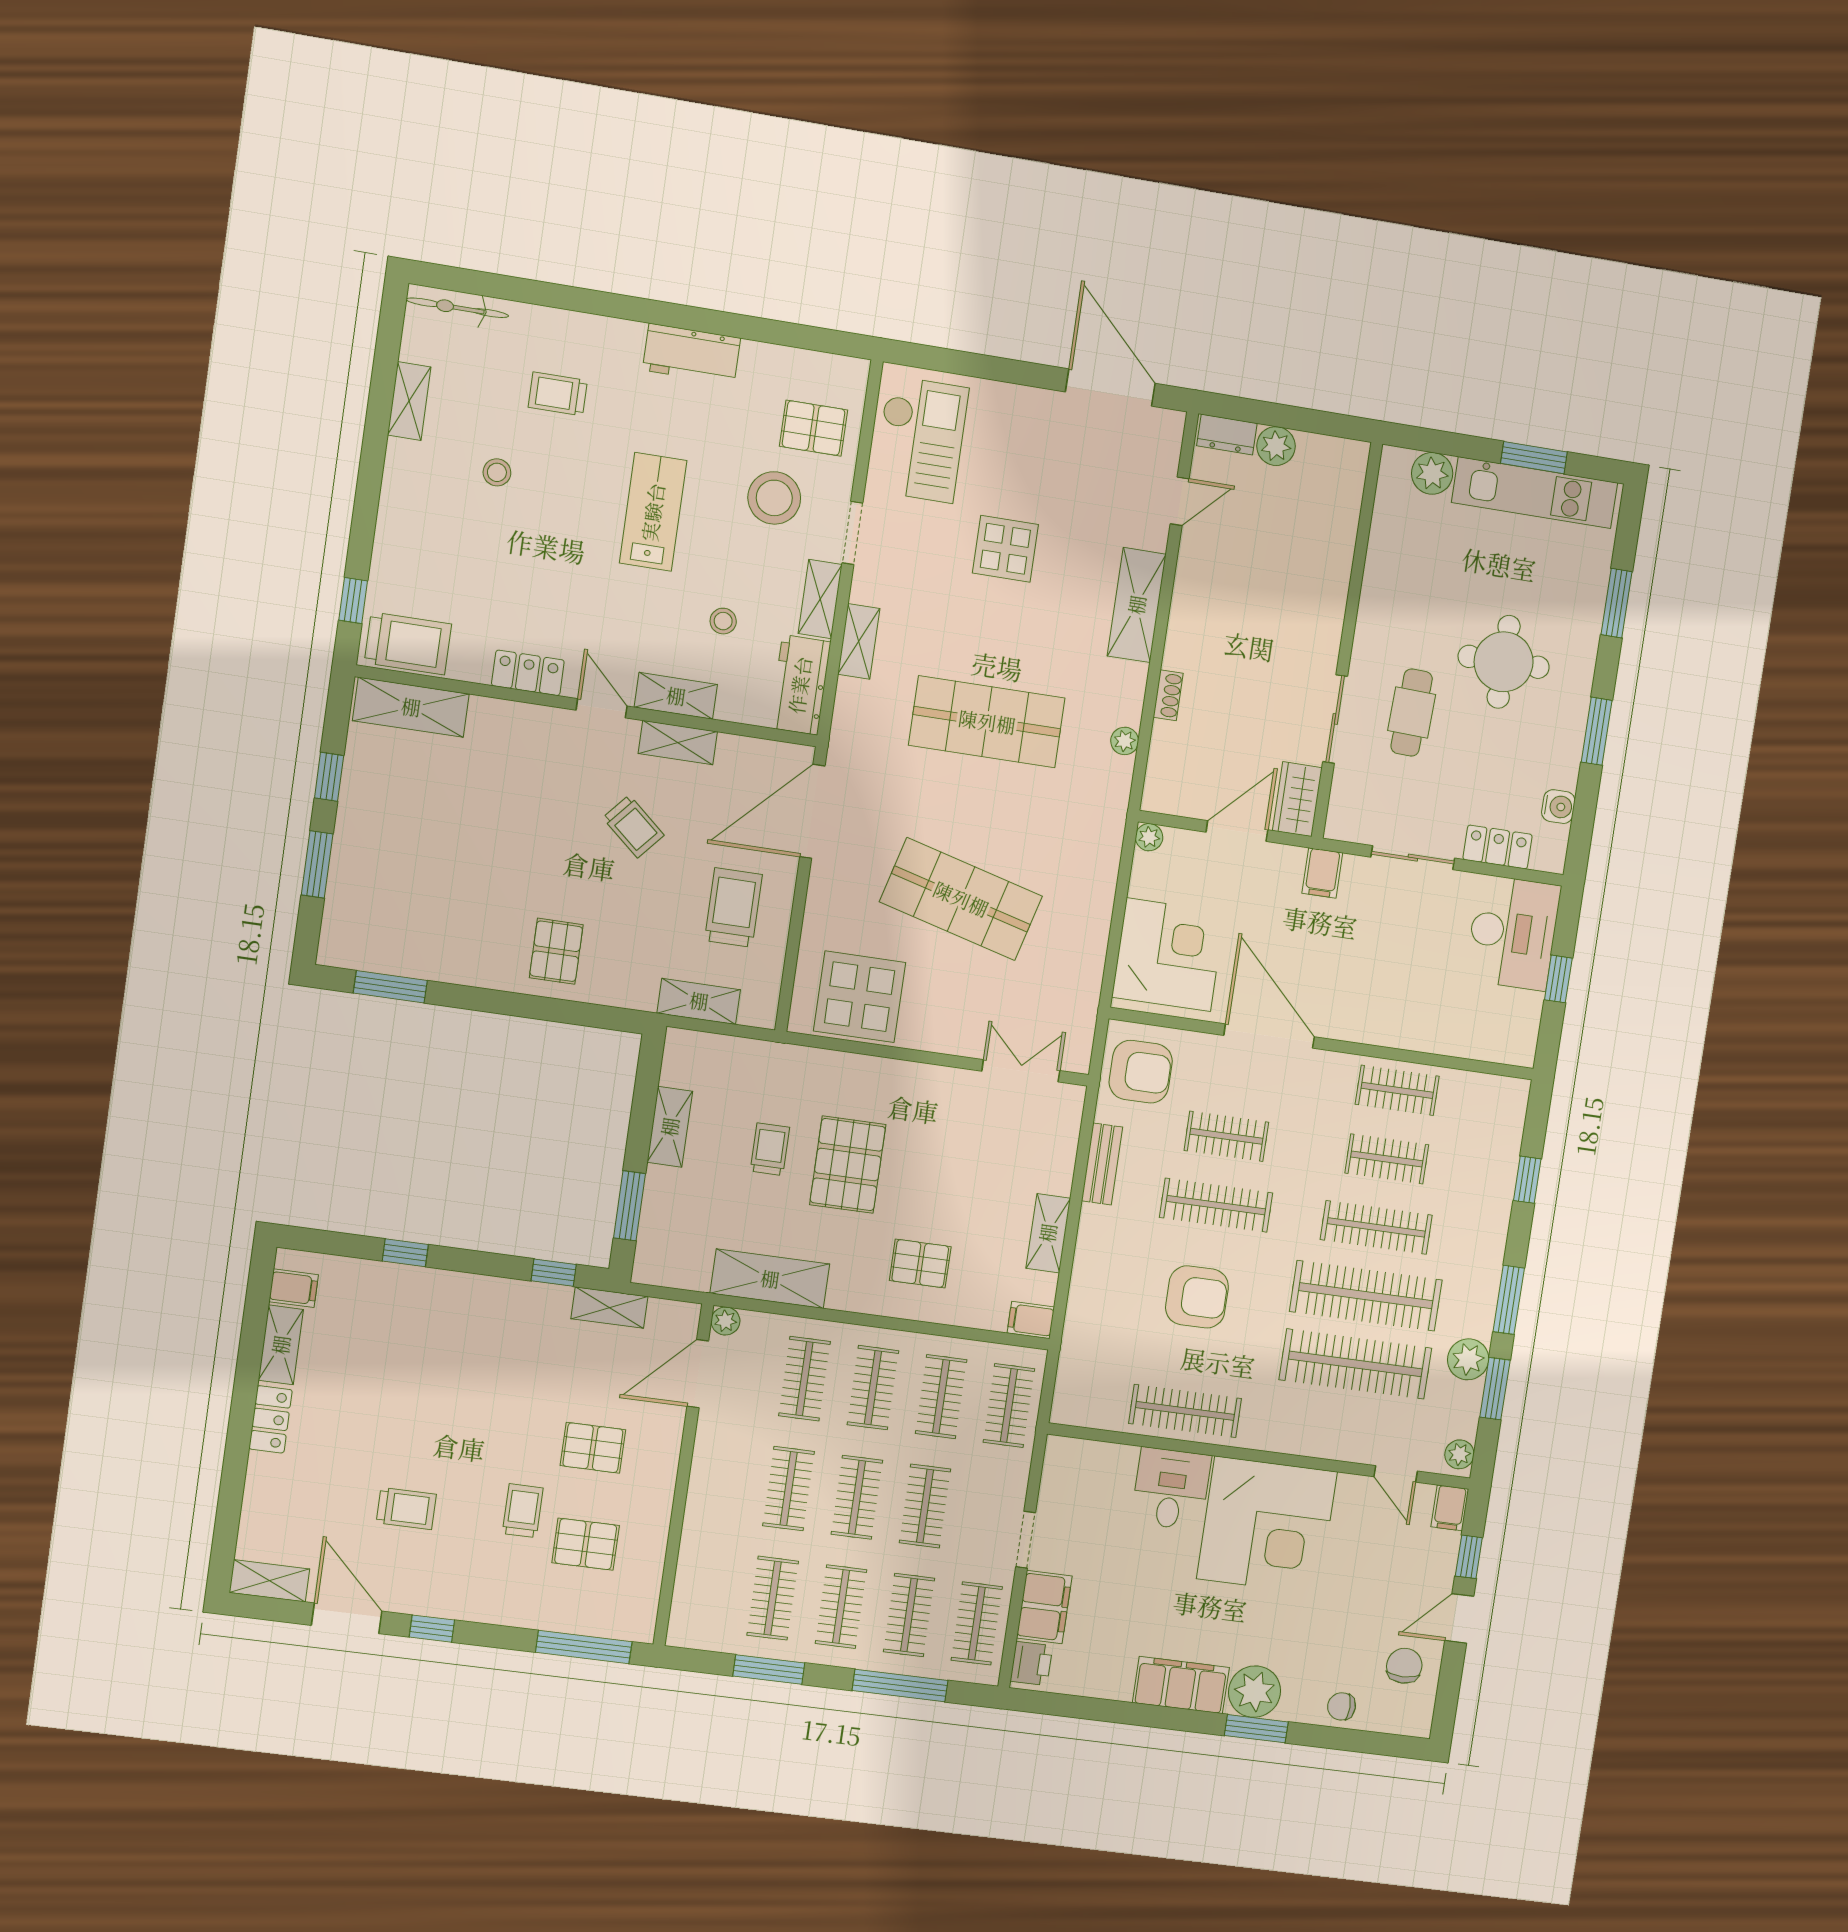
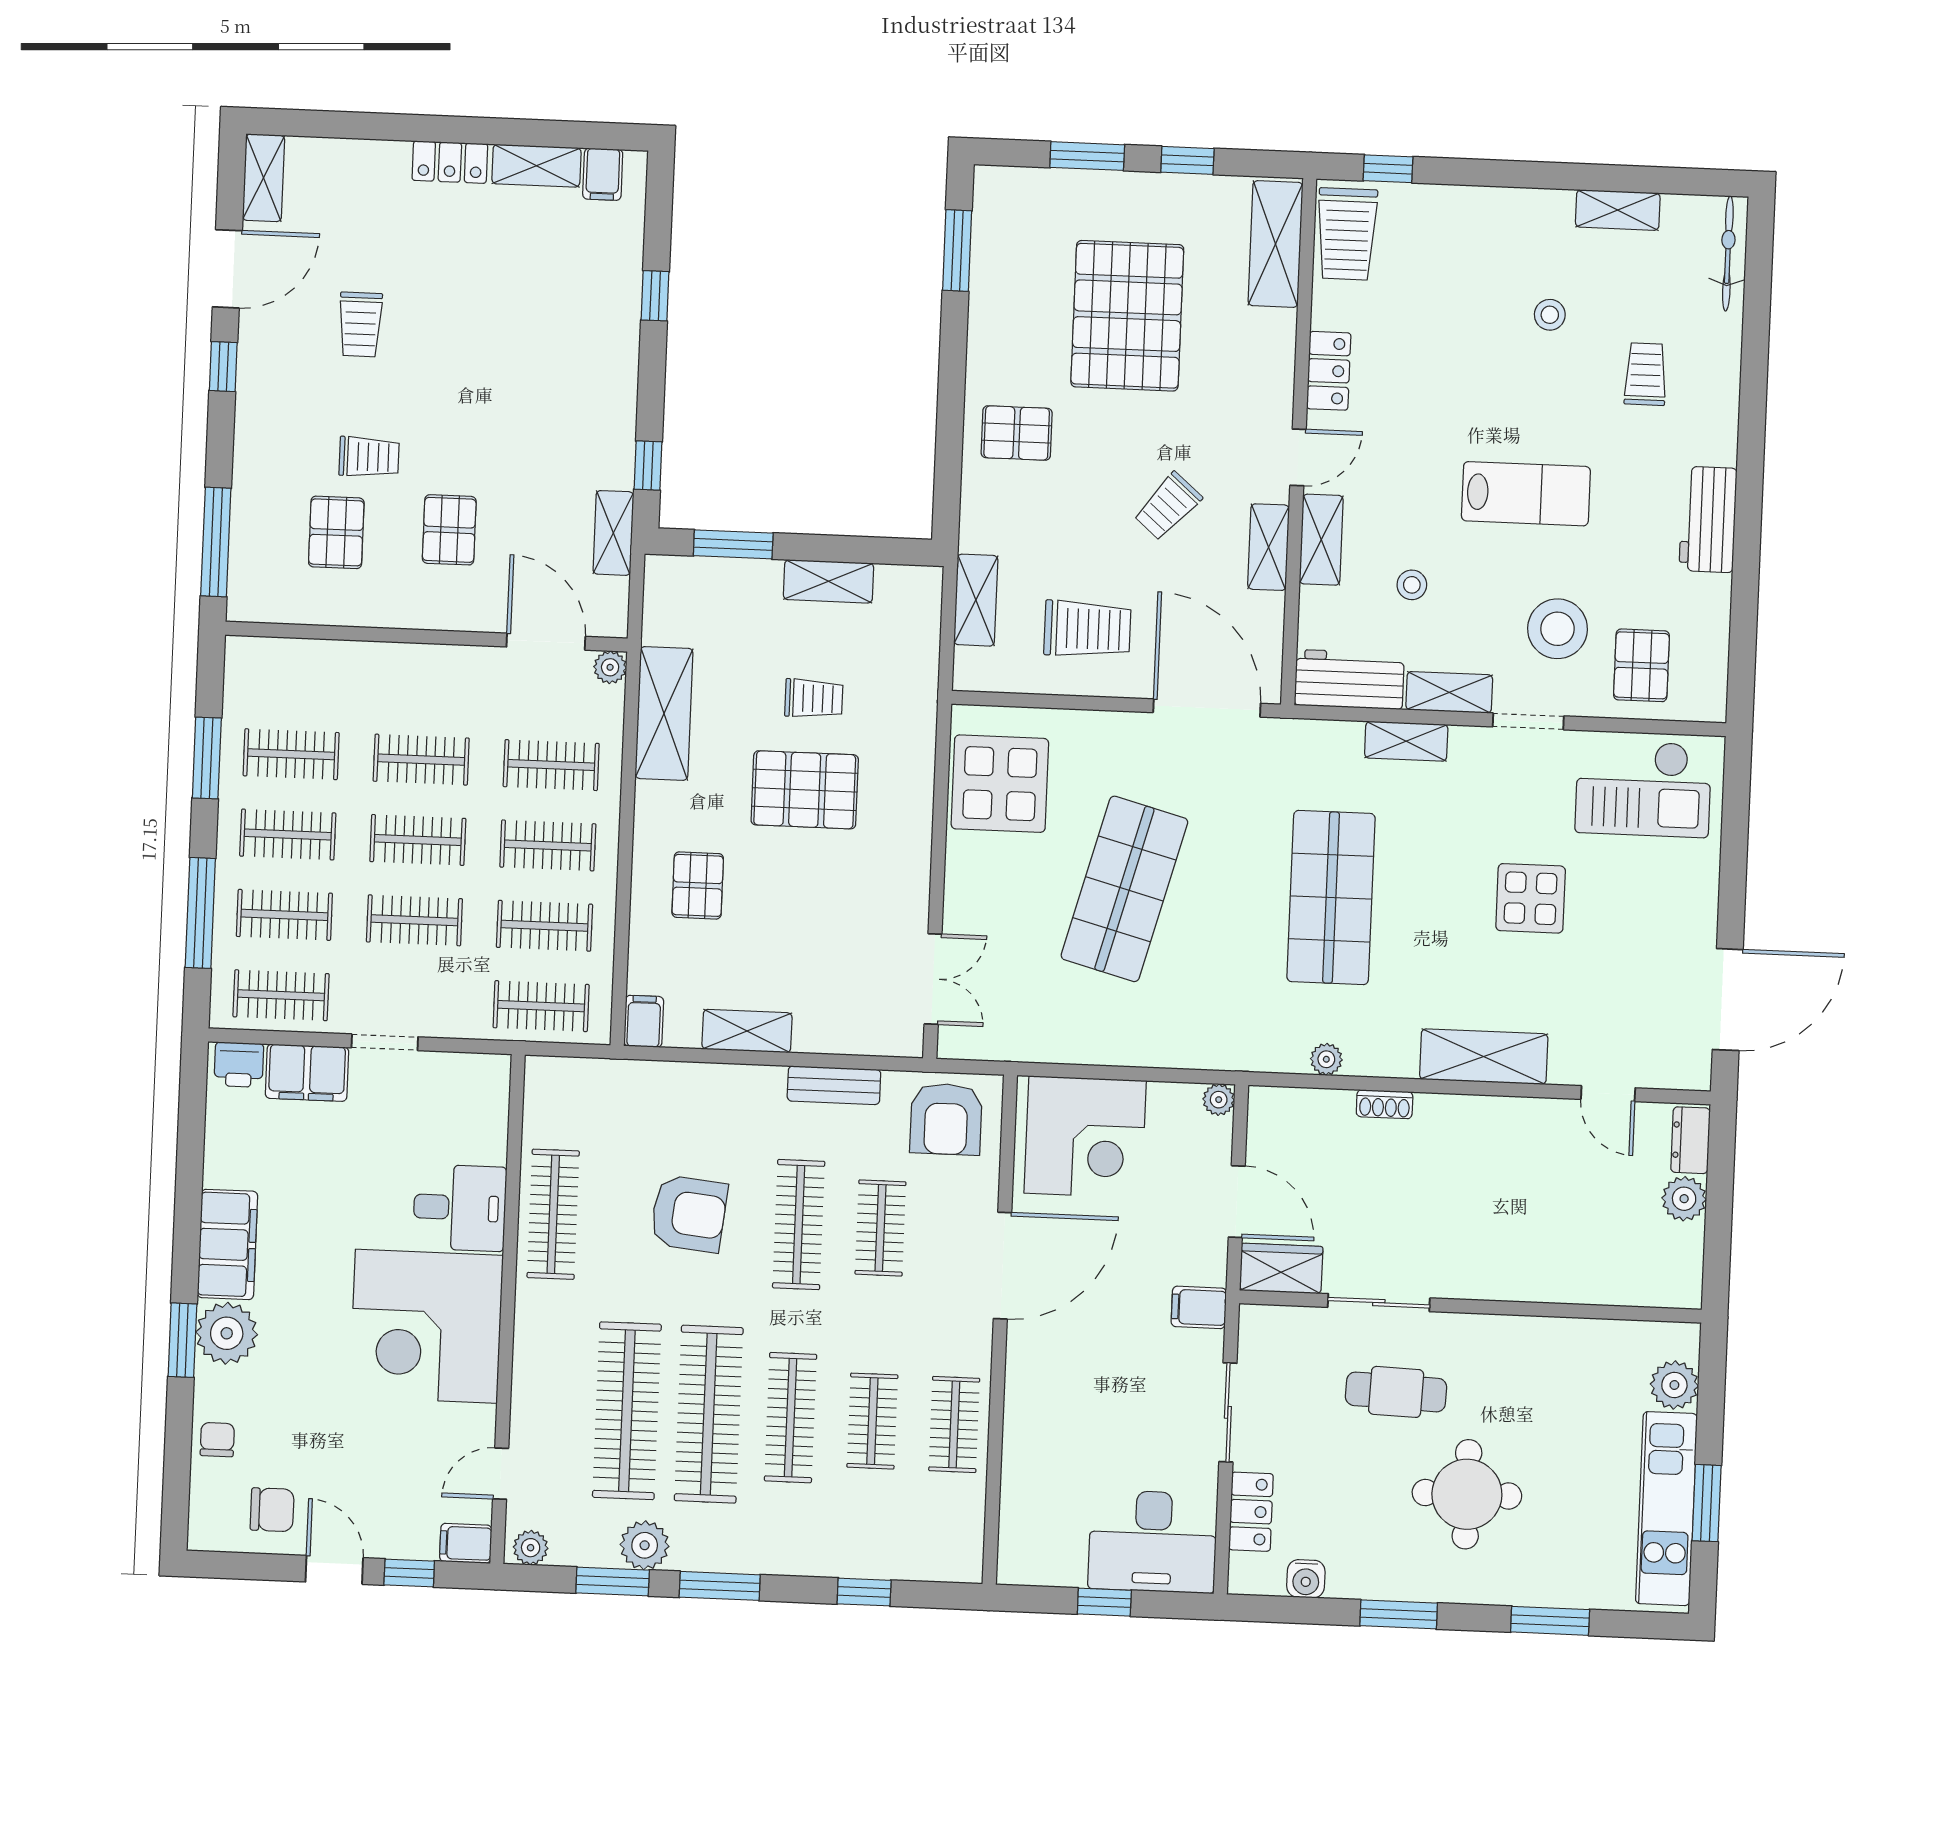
pallet: (462, 844) -> (1127, 316), added
armchair: (1197, 1297) -> (689, 1214), turned -84

